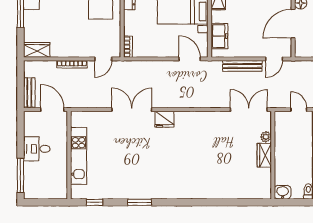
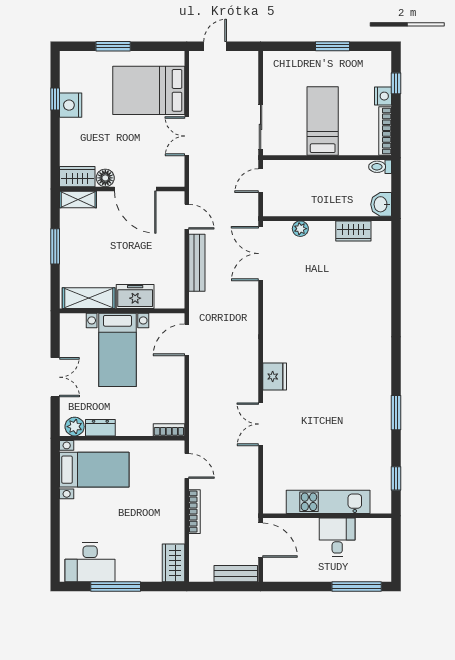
freezer: (219, 36) -> (135, 297), moved
door: (52, 110) -> (261, 540), swing flipped
double door: (132, 110) -> (261, 424), width x0.73
desk: (37, 149) -> (337, 537), moved, turned 180
wardrobe: (264, 155) -> (353, 231), moved

